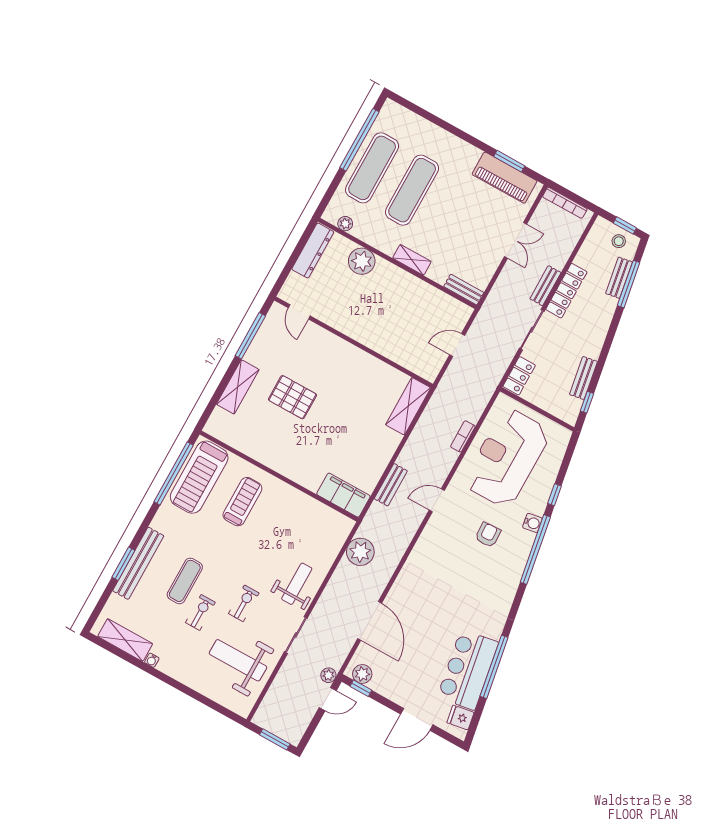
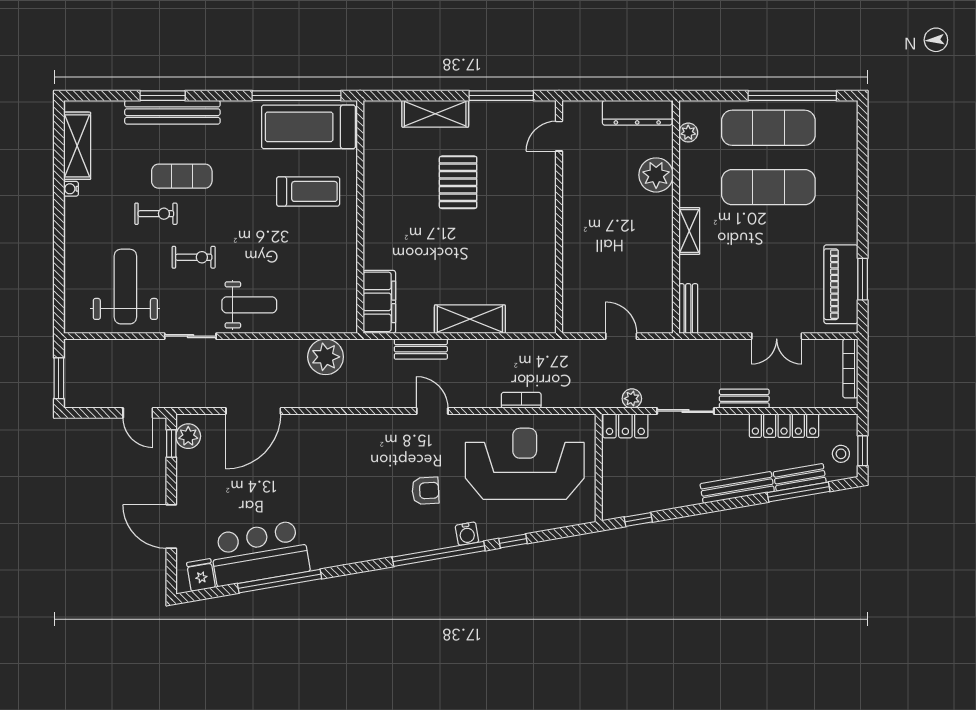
locker: (566, 291) -> (784, 426), moved
bench: (583, 378) -> (737, 488), moved, width x1.36
shelving: (408, 406) -> (470, 319), moved
plant: (328, 675) -> (632, 399), moved

